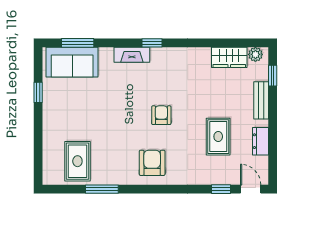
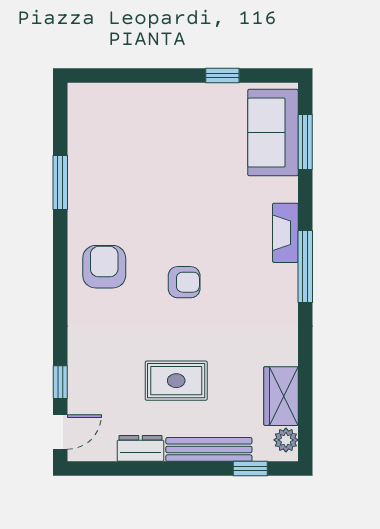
window: (152, 43) -> (305, 266), width x2.17
bench: (261, 100) -> (209, 449), width x1.36
rug: (218, 137) -> (176, 381), moved
rug: (77, 161) -> (107, 142), removed
armchair: (152, 163) -> (104, 267), turned -90

